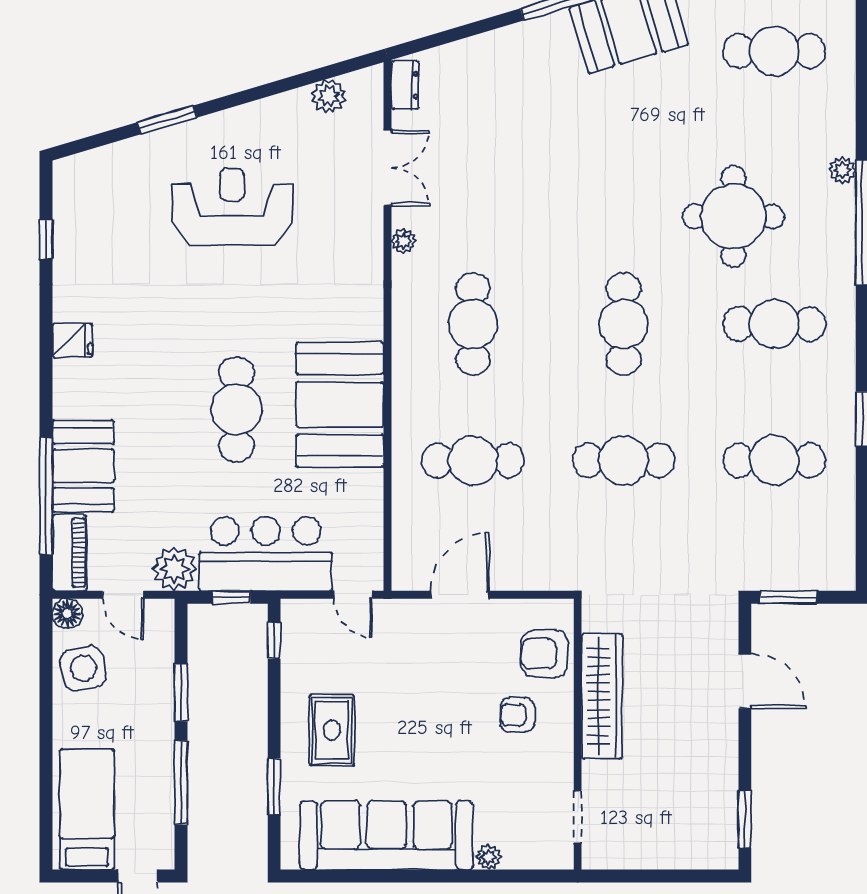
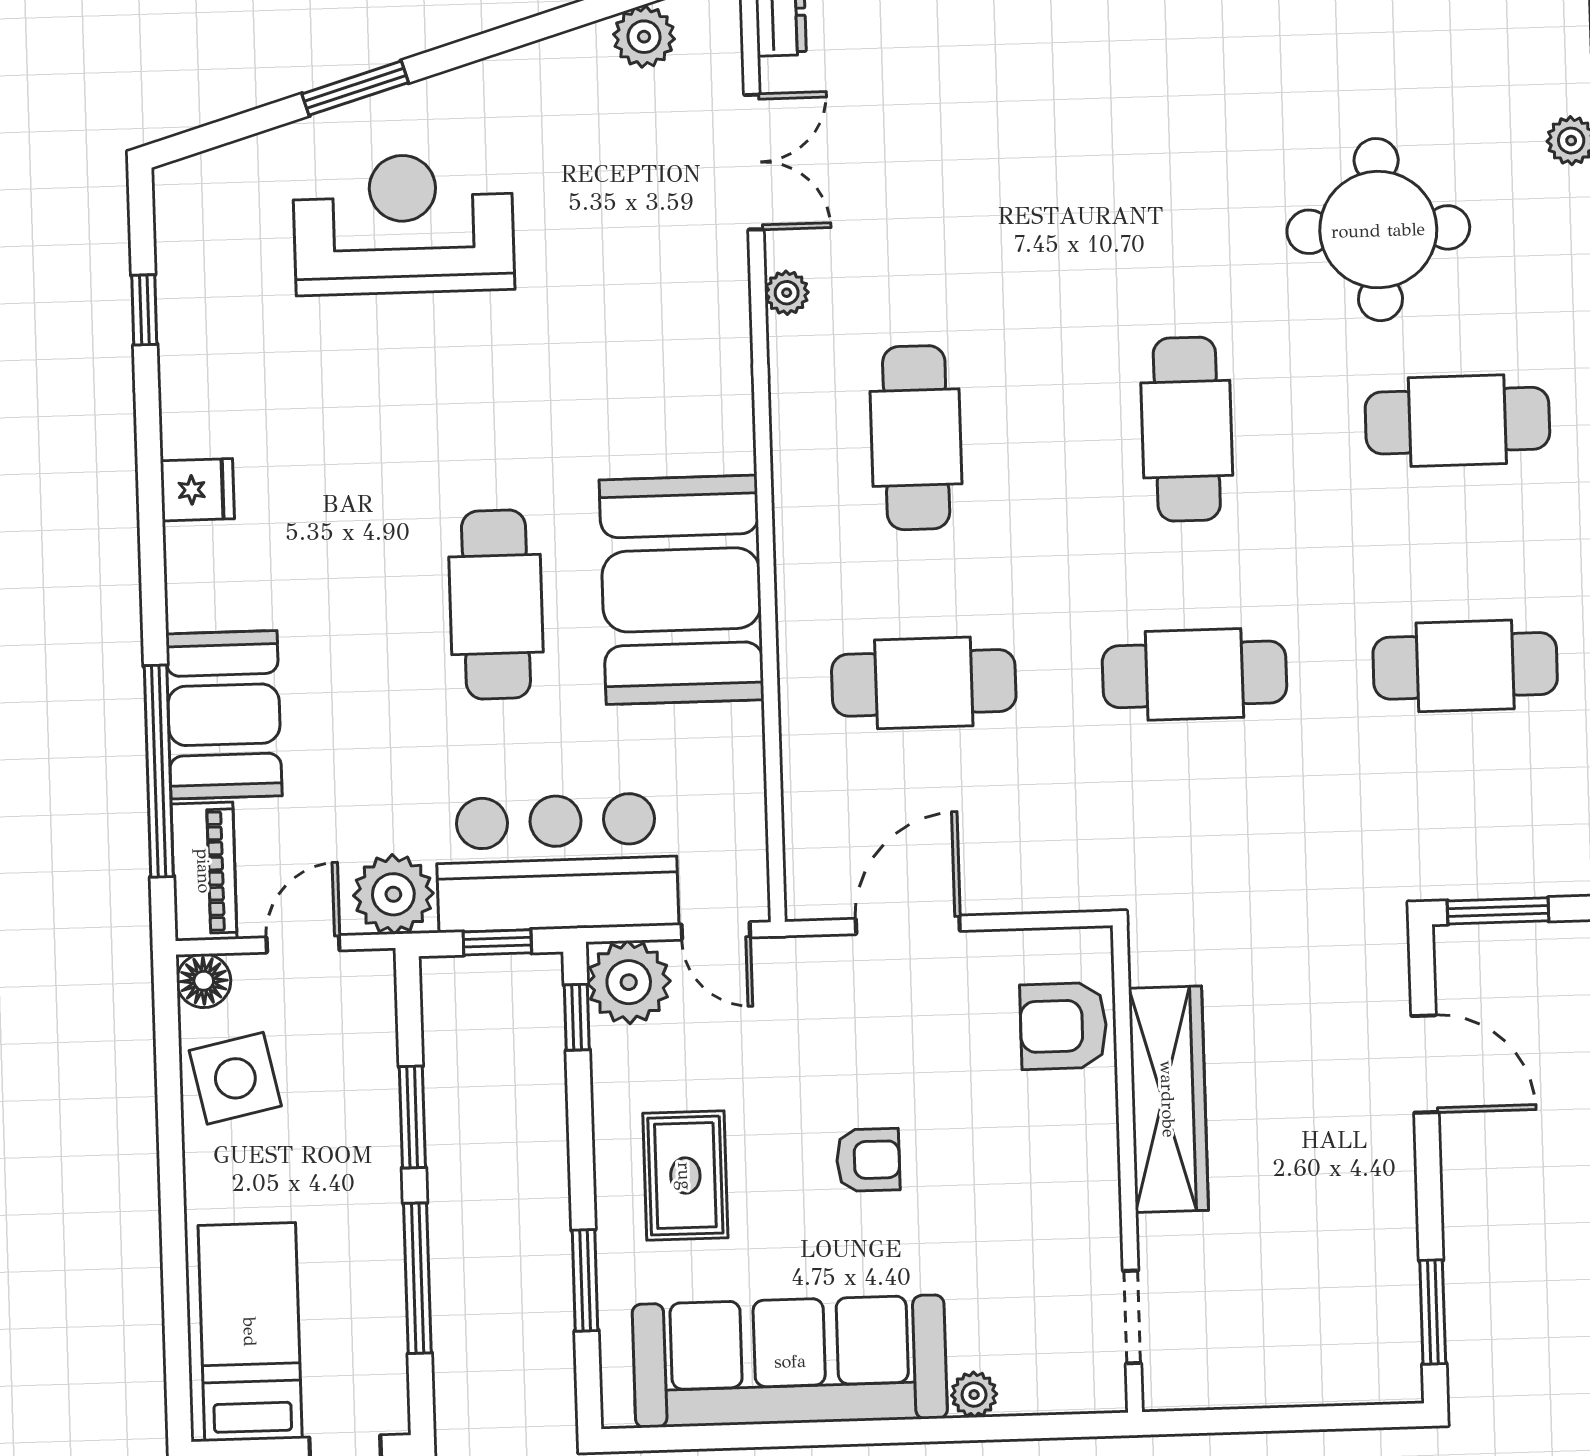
reception desk: (232, 207) -> (404, 224), moved
door: (123, 595) -> (303, 944), swing flipped
plant: (304, 622) -> (629, 982), added
armchair: (517, 715) -> (868, 1160), moved, turned 180

